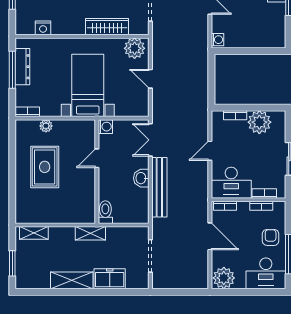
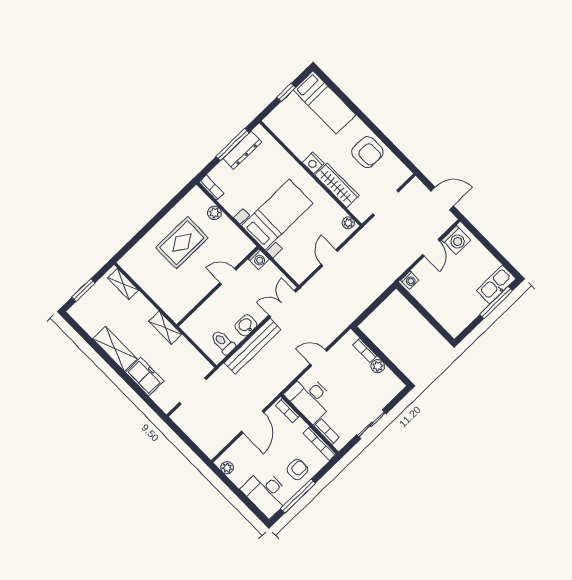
nightstand: (43, 28) -> (313, 163), moved
plant: (135, 48) -> (348, 223), width x0.53, depth x0.53
plant: (259, 122) -> (378, 366), width x0.53, depth x0.53
bookcase: (261, 206) -> (320, 443), width x1.56
toilet: (105, 212) -> (223, 342), moved, turned -90
plant: (224, 278) -> (227, 468), width x0.53, depth x0.53

